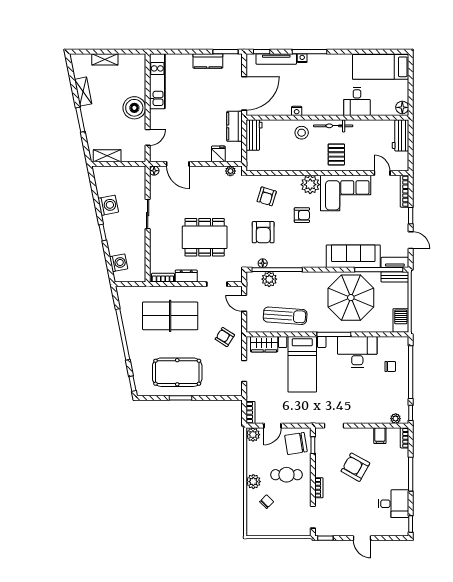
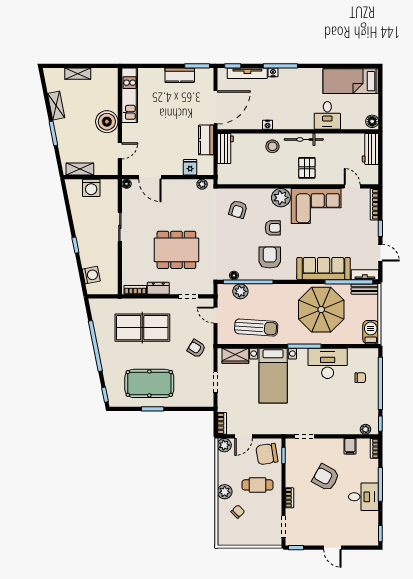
washing machine: (108, 205) -> (91, 188), moved, turned 101
armchair: (263, 232) -> (270, 258), moved, turned 180
desk: (394, 504) -> (363, 497), moved

